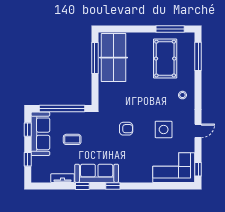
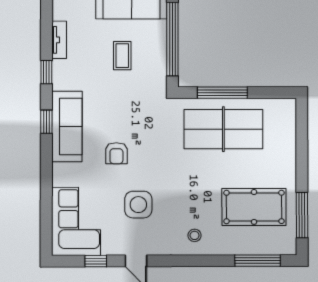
window: (95, 58) -> (222, 93), moved
table tennis table: (114, 58) -> (223, 129), moved
armchair: (126, 129) -> (116, 153), moved
window: (198, 169) -> (96, 261), moved
sofa: (97, 173) -> (67, 126), moved

